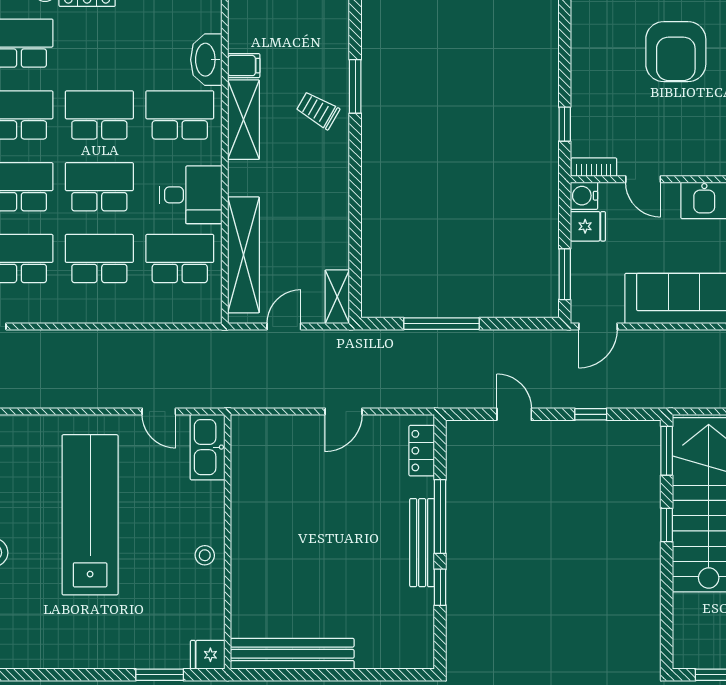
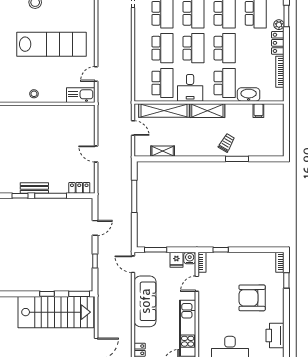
filing cabinet: (244, 66) -> (258, 111), moved
shelving: (244, 120) -> (207, 111), moved
shelving: (337, 297) -> (163, 151), moved
bench: (422, 543) -> (34, 188), width x0.73

